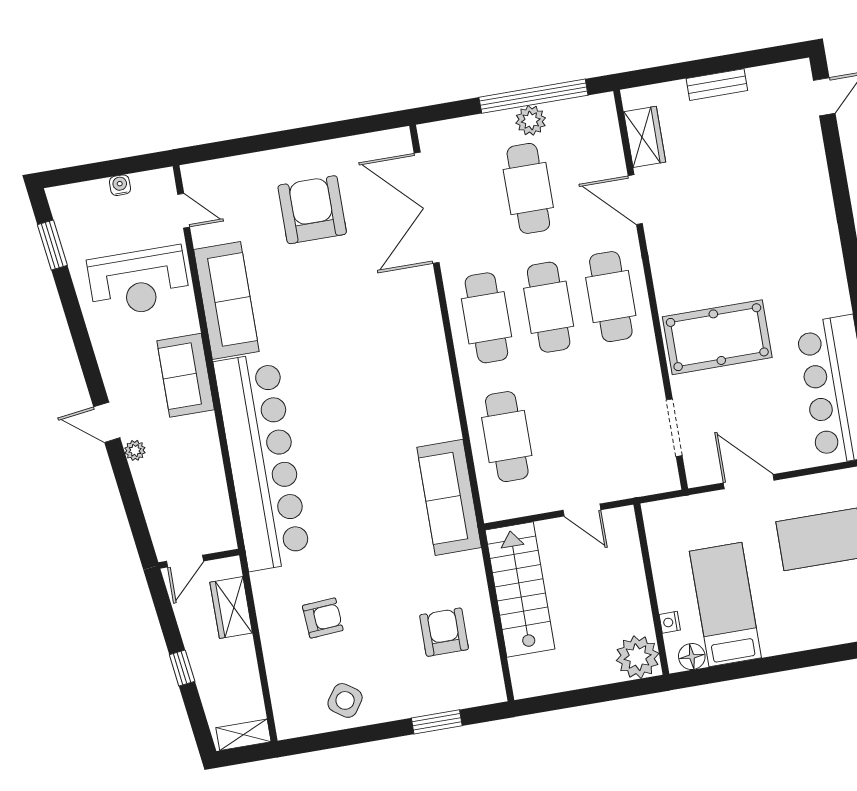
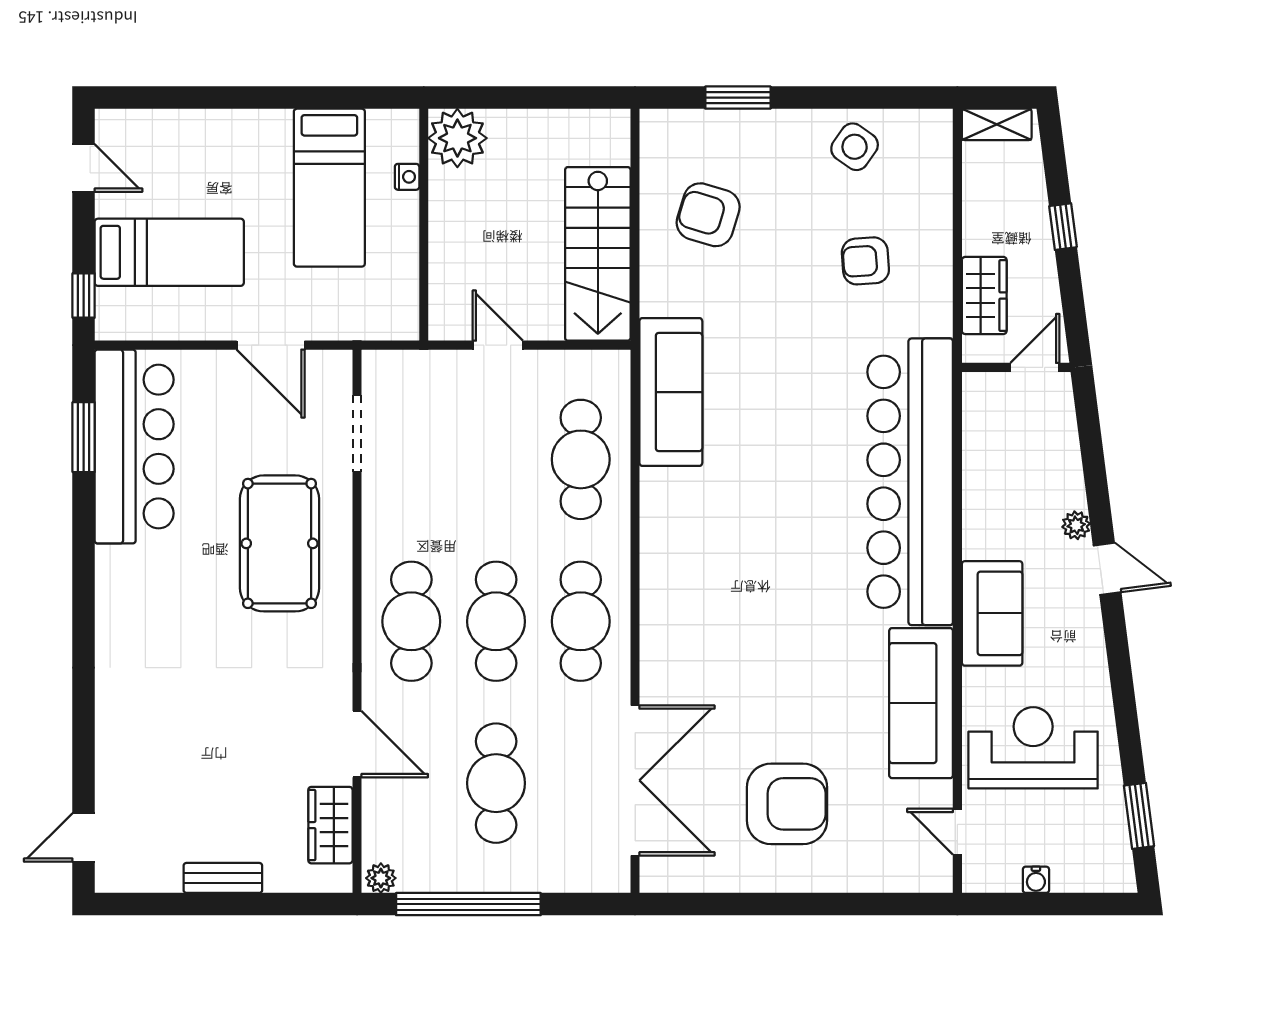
plant: (531, 120) -> (381, 878), moved, width x0.73, depth x0.73
armchair: (312, 210) -> (787, 804), turned -90
pool table: (717, 337) -> (280, 543), turned 90
armchair: (444, 632) -> (708, 215), turned 107
floor lamp: (692, 657) -> (386, 126), removed

